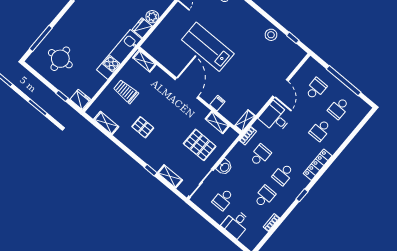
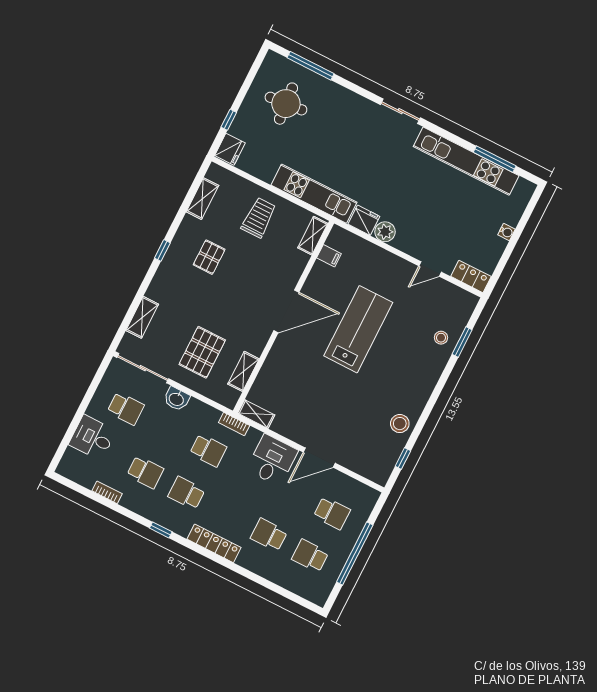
filing cabinet: (217, 103) -> (329, 256), moved
window: (151, 170) -> (162, 250), moved
school desk: (223, 199) -> (126, 408), turned 180

